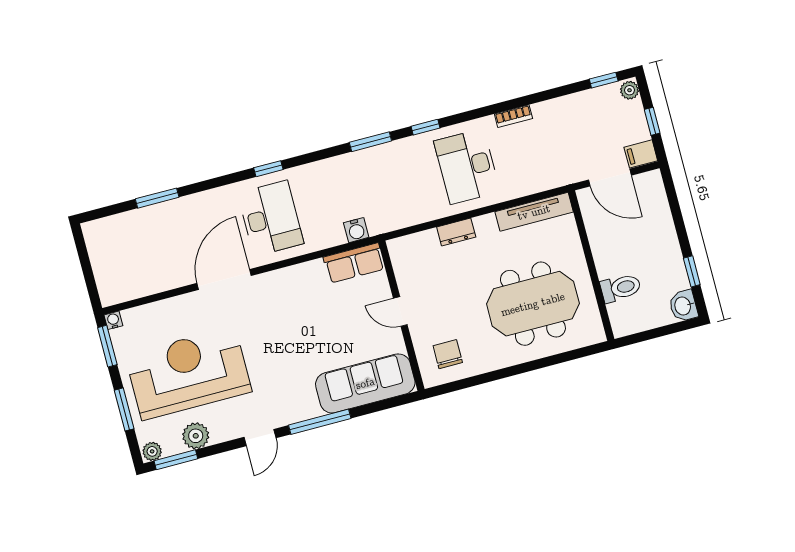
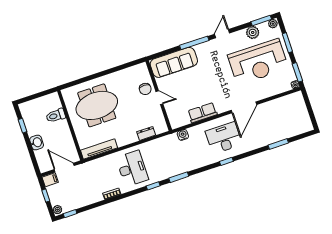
desk: (271, 218) -> (224, 138), turned 90
dresser: (456, 232) -> (146, 133), moved
row of seats: (354, 263) -> (202, 113), moved
washbasin: (683, 306) -> (37, 143), moved
chair: (448, 354) -> (145, 89), moved

